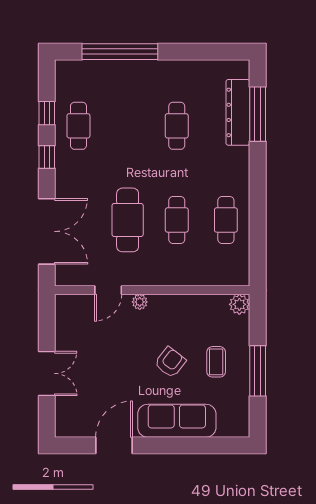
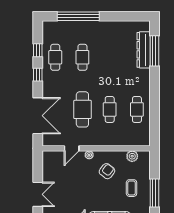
cafe table: (177, 126) -> (82, 57), moved
plant: (239, 304) -> (132, 156), moved
armchair: (170, 362) -> (107, 171), moved

